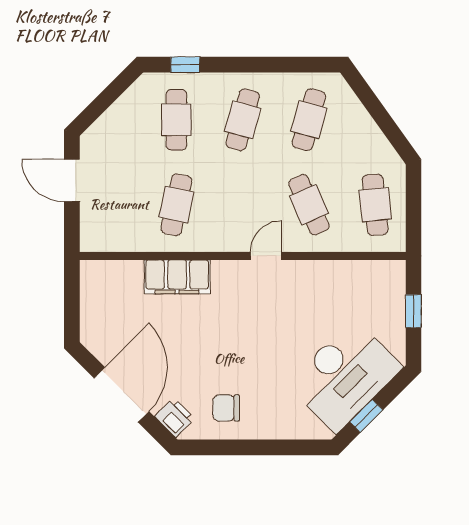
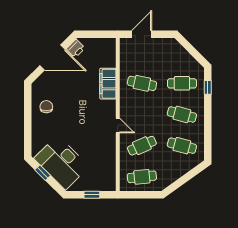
door: (72, 180) -> (142, 34), moved
printer: (175, 418) -> (76, 48), moved

